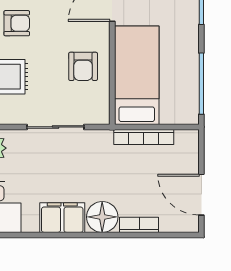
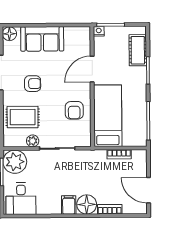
plant: (16, 115) -> (33, 141), added
bookcase: (144, 137) -> (119, 154), width x0.64
filing cabinet: (62, 218) -> (69, 205), width x0.50

